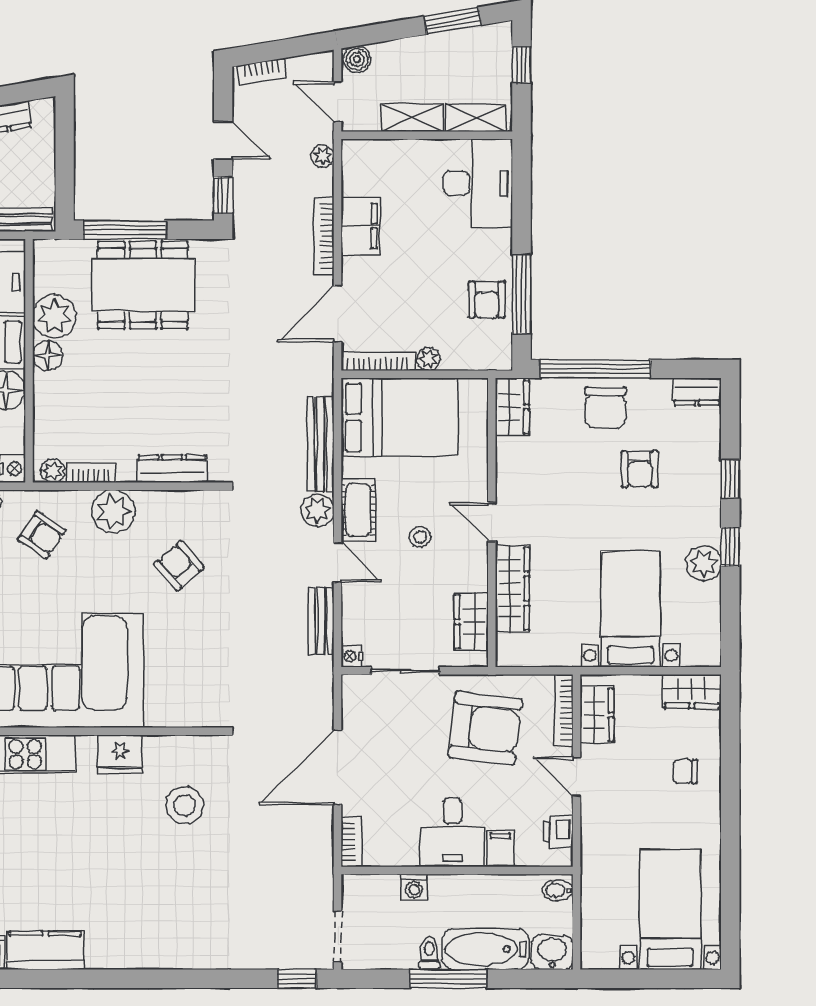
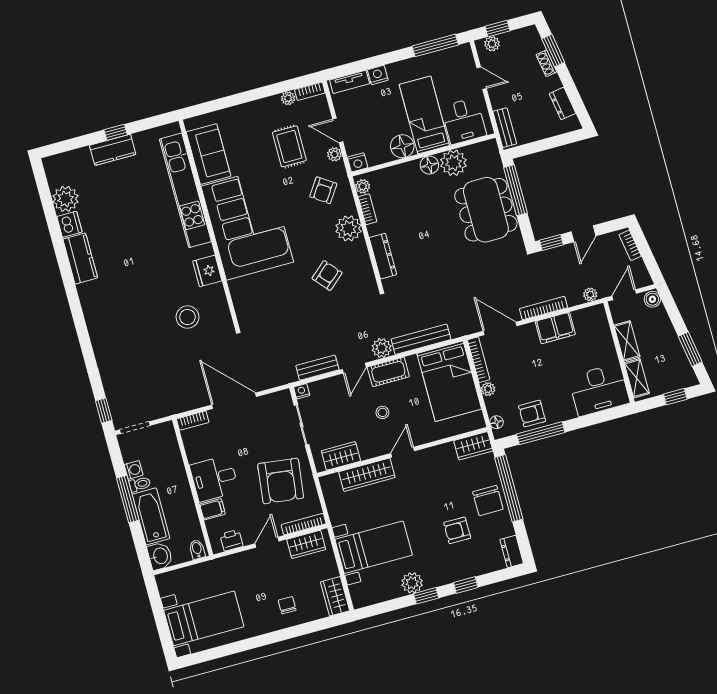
floor lamp: (485, 360) -> (497, 422), added
chair: (606, 407) -> (488, 501), turned -90
washing machine: (414, 887) -> (134, 470), moved, turned 180

